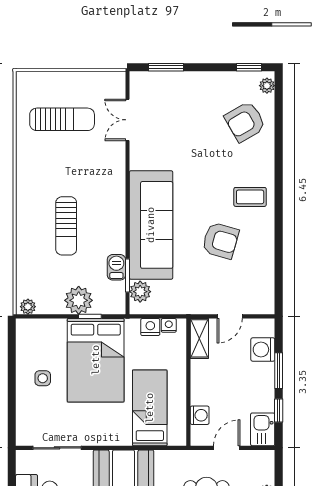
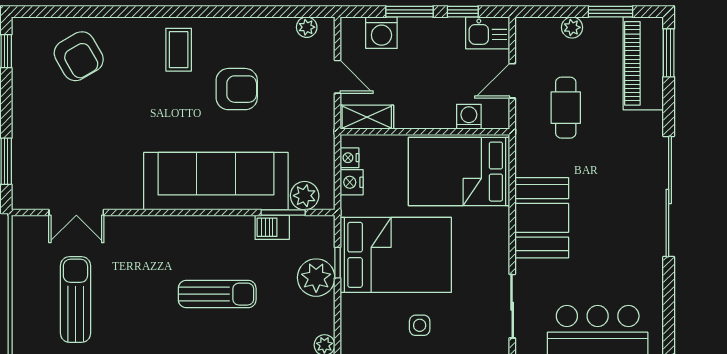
plant: (267, 86) -> (307, 27), moved
armchair: (220, 241) -> (237, 89), turned 74
bed: (150, 408) -> (459, 172), width x1.50
door: (227, 448) -> (512, 81), hinge flipped

